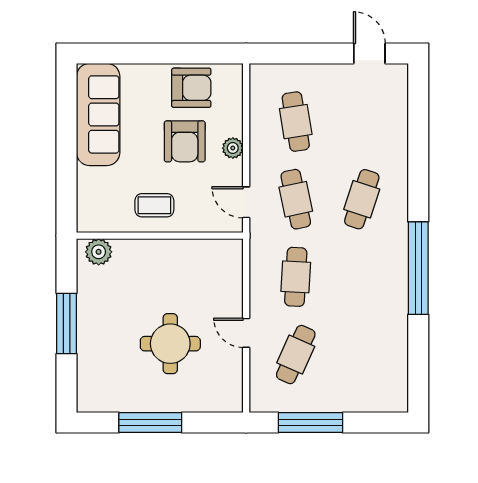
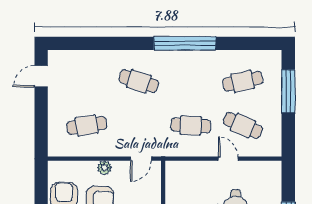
cafe table: (296, 199) -> (243, 81), moved
door: (246, 333) -> (228, 159), swing flipped
window: (310, 423) -> (288, 91), moved

